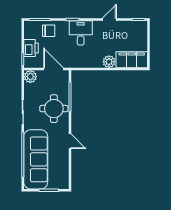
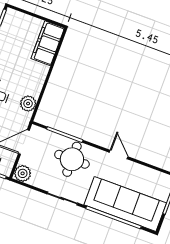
plant: (109, 62) -> (28, 104), moved
door: (70, 141) -> (119, 154), hinge flipped

